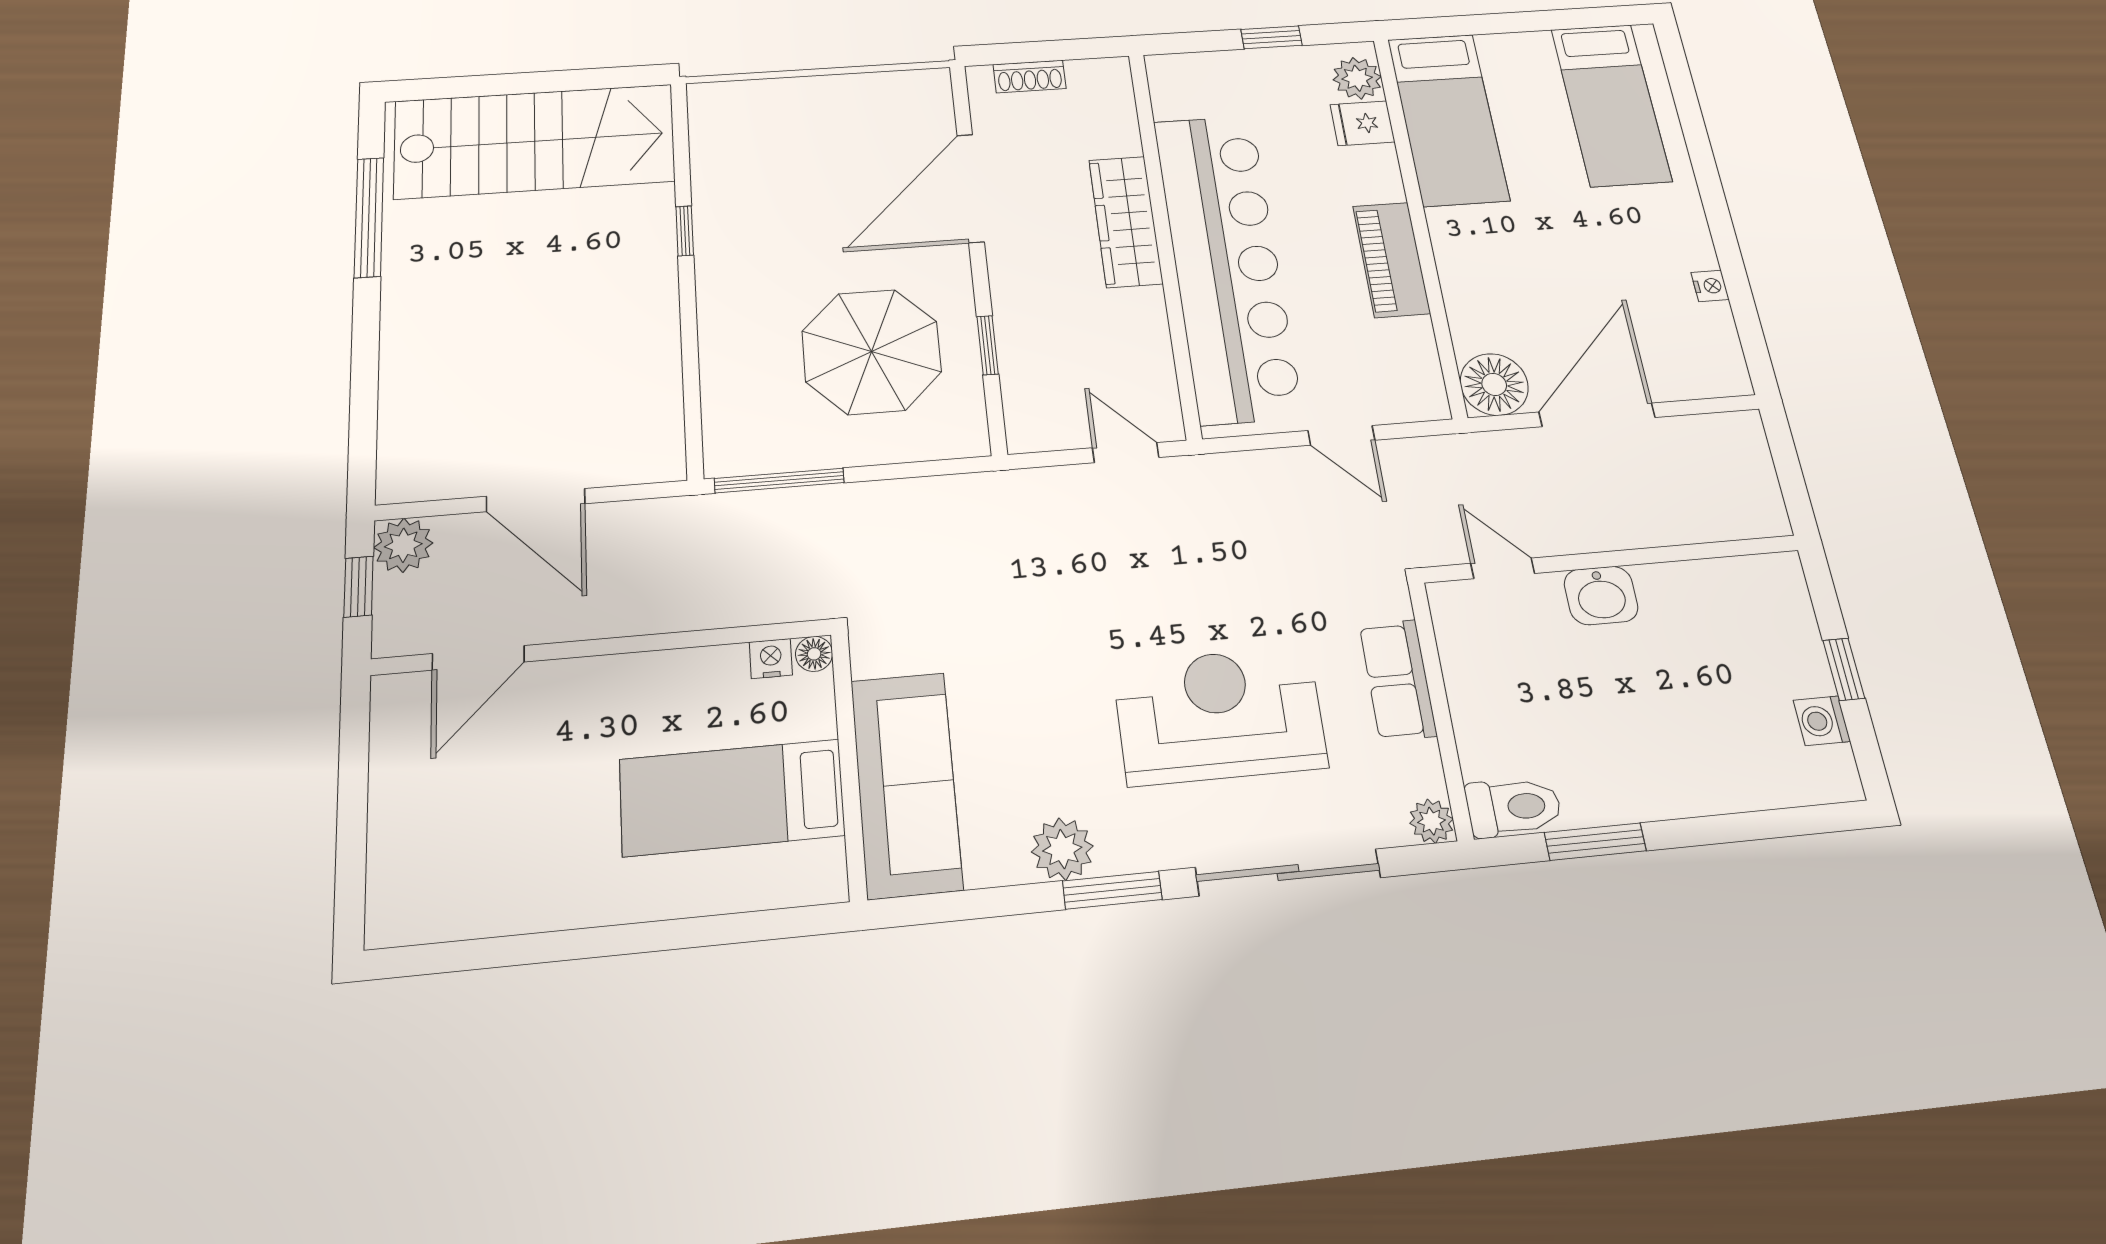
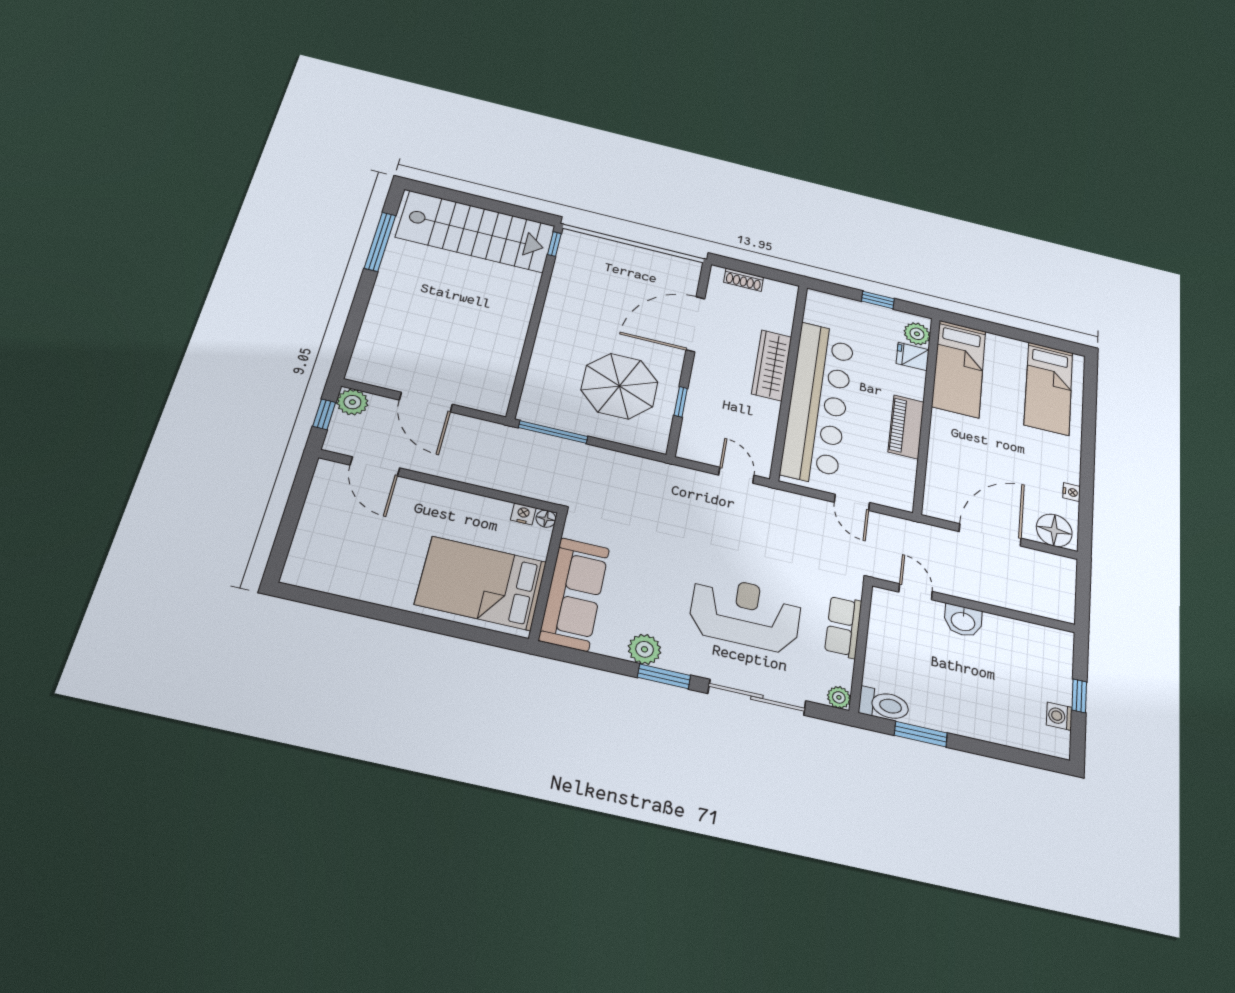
window: (685, 231) -> (554, 244), moved
floor lamp: (1494, 384) -> (1054, 530), moved
door: (478, 658) -> (375, 466), hinge flipped
bed: (732, 797) -> (481, 583), width x1.50

